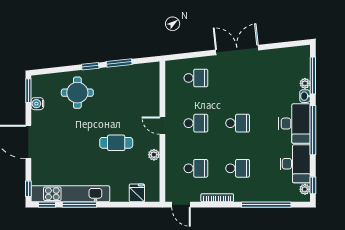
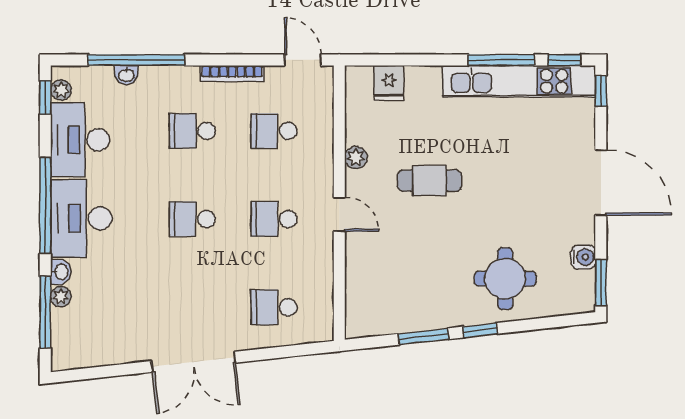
washbasin: (271, 197) -> (126, 75), added

